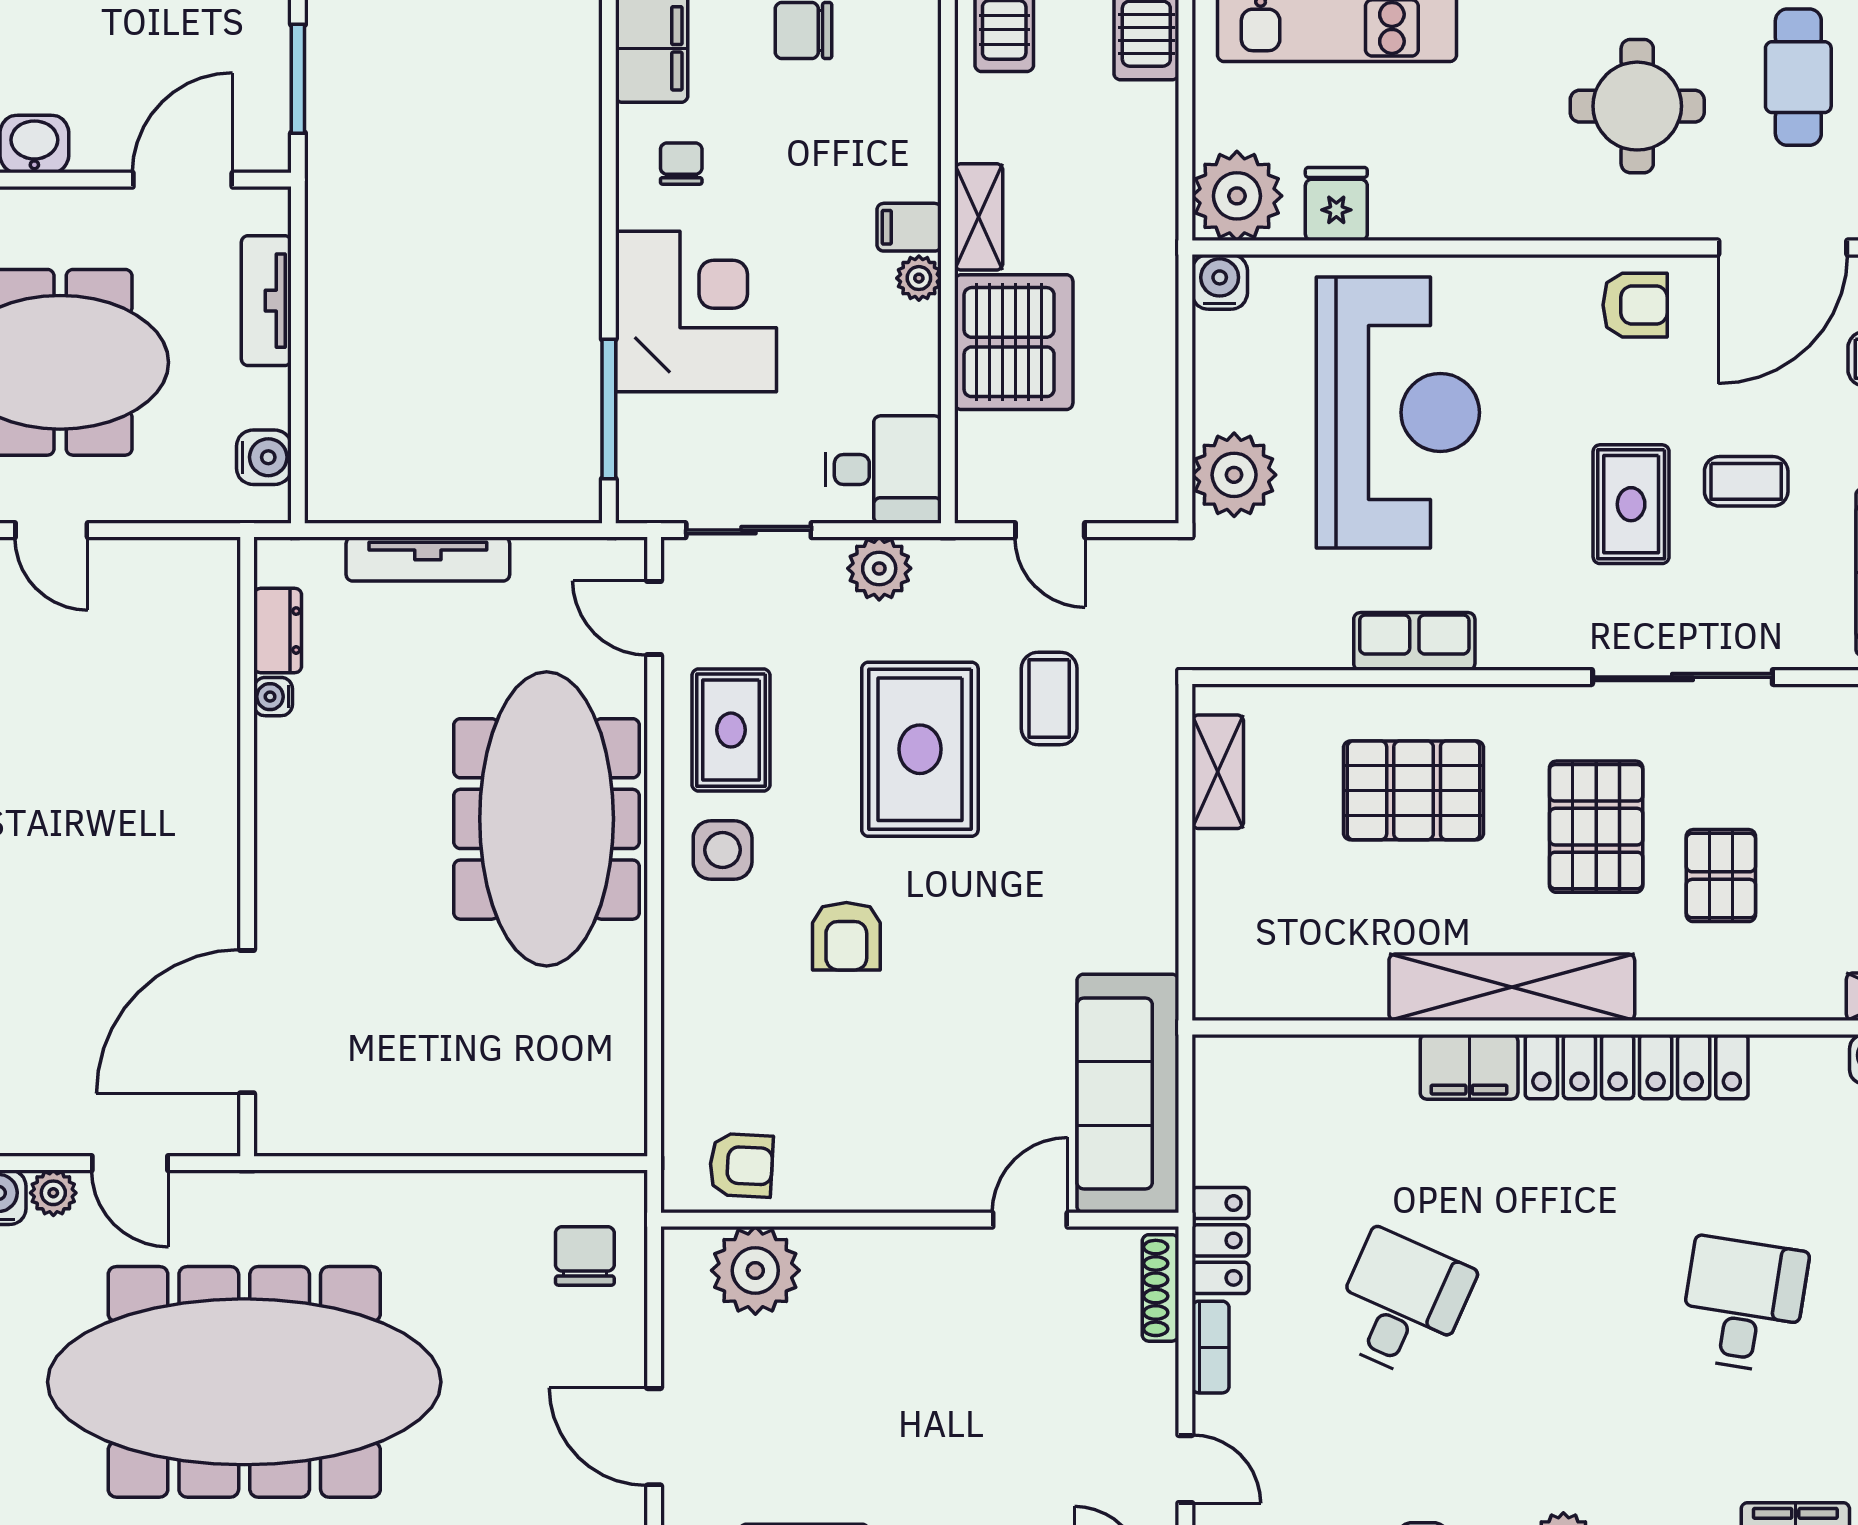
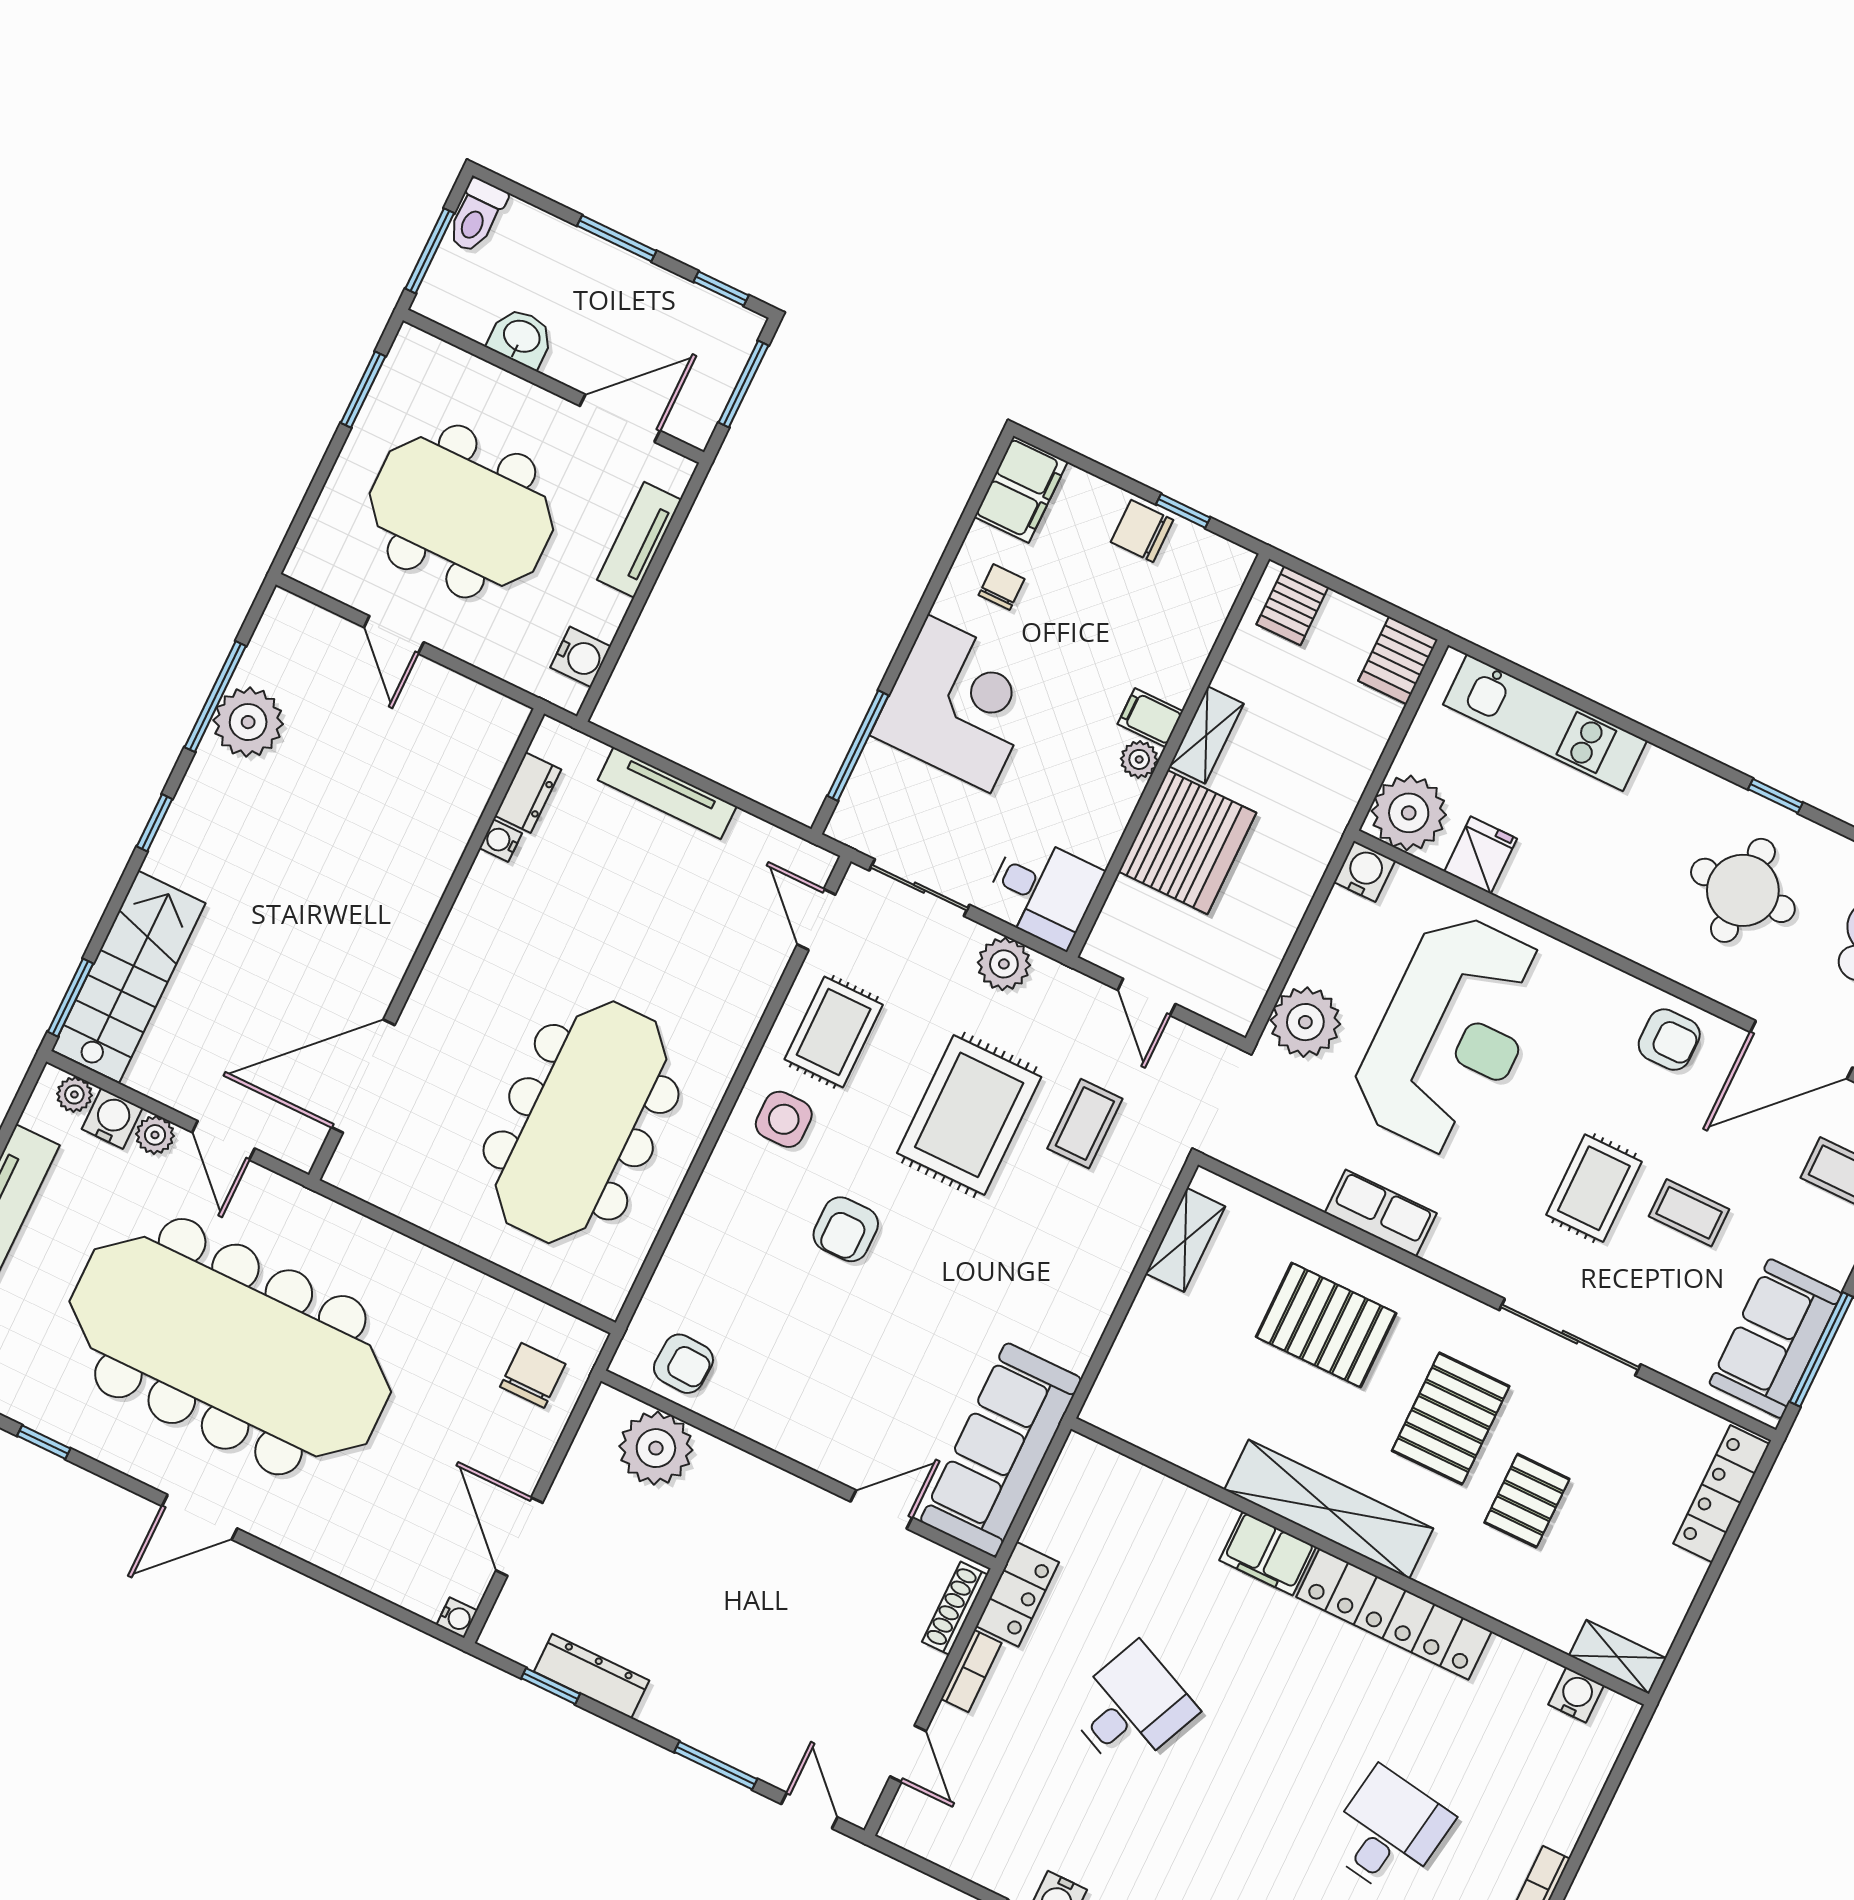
meeting table: (547, 819) -> (581, 1122), moved

